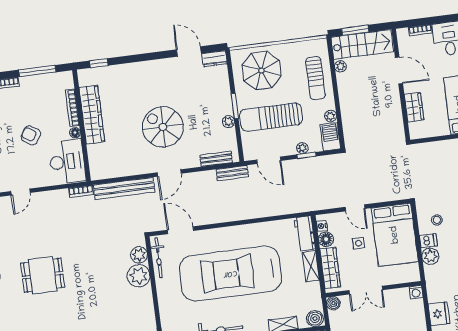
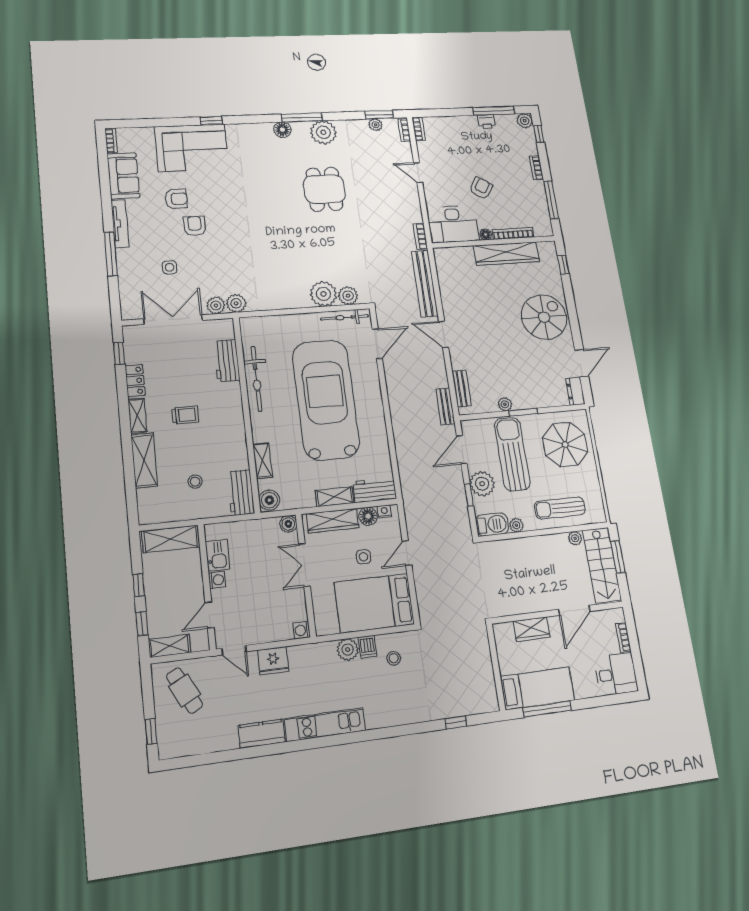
spiral stairs: (163, 127) -> (544, 317), moved
plant: (302, 148) -> (482, 484), width x1.88, depth x1.88

